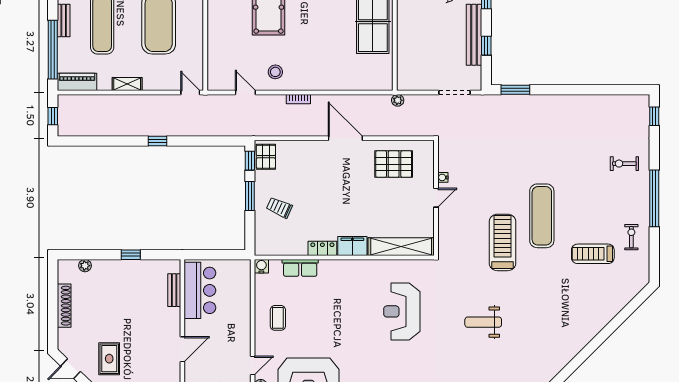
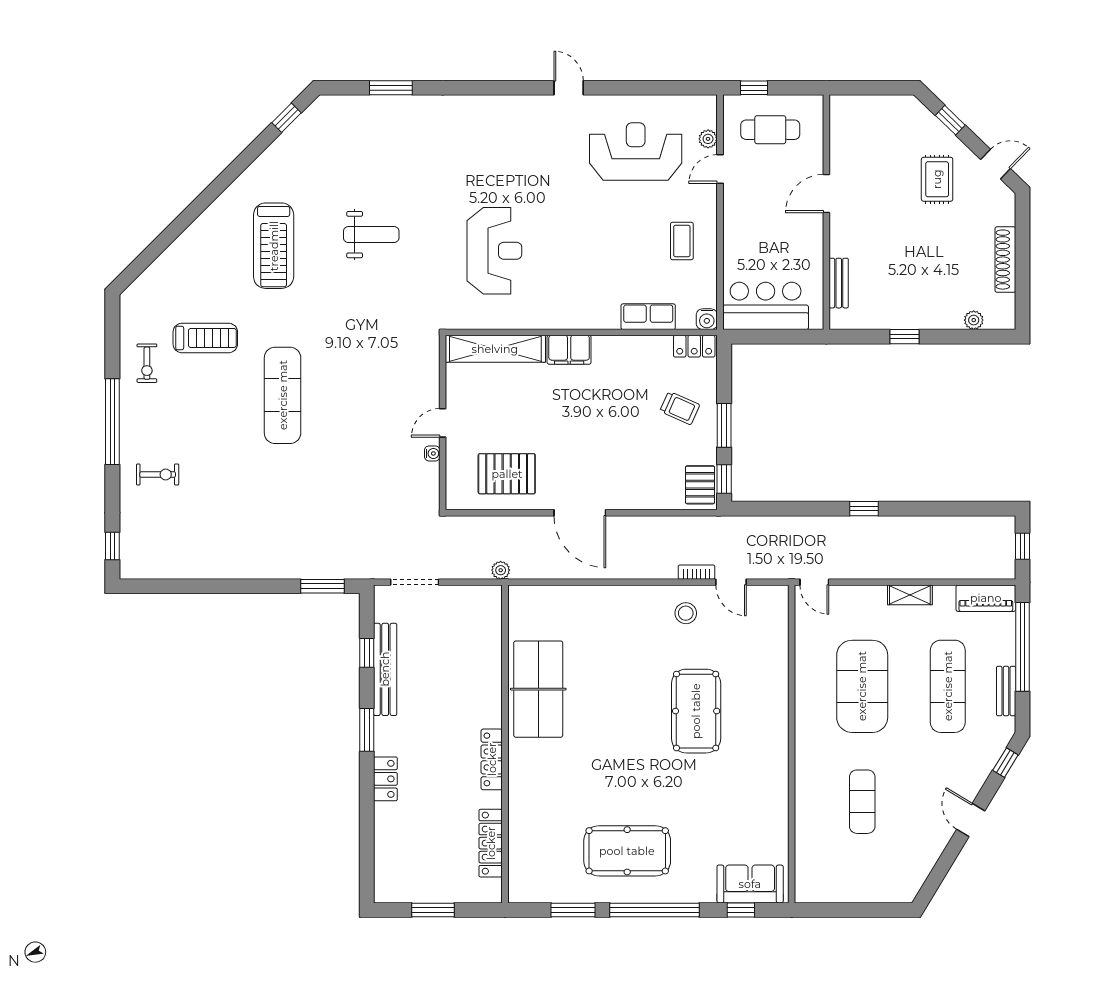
bookcase: (298, 99) -> (696, 572), moved
treadmill: (502, 242) -> (274, 246), moved
locker: (322, 248) -> (694, 346), moved
bar counter: (200, 290) -> (766, 306), moved, turned 90

